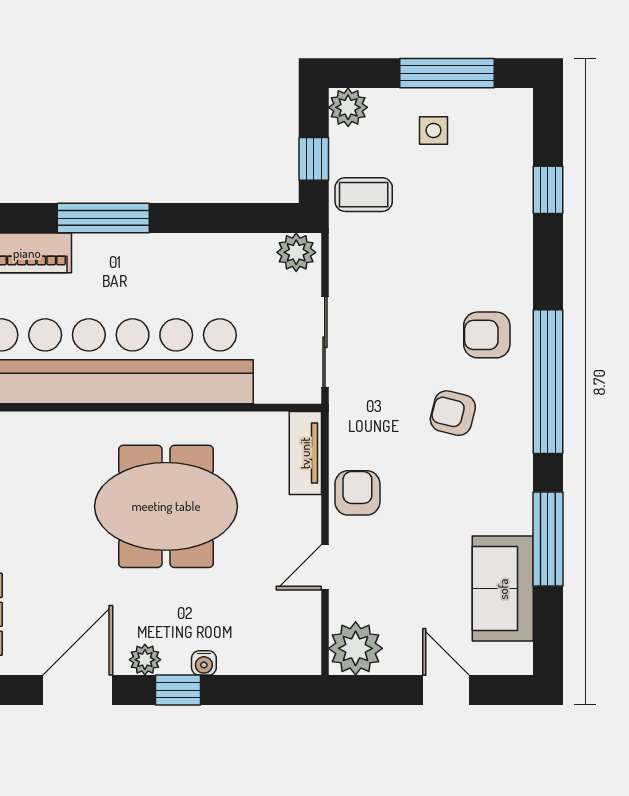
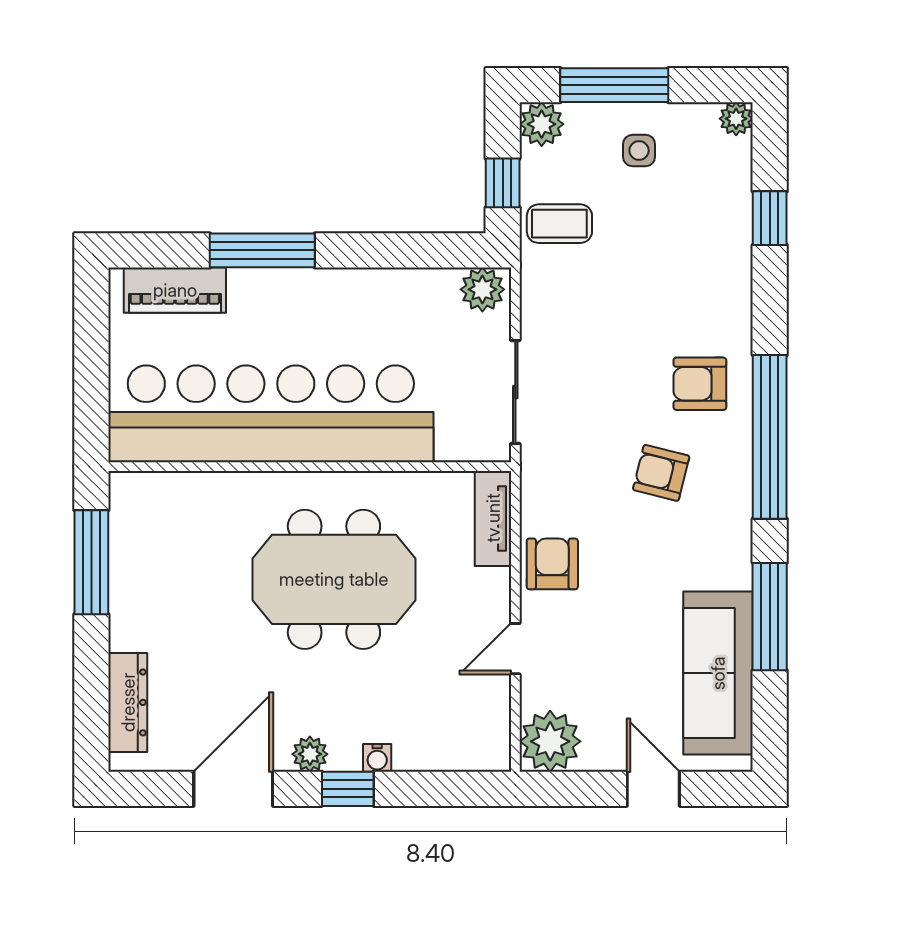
window: (447, 73) -> (614, 85), moved
plant: (518, 103) -> (736, 119), added
sofa: (503, 589) -> (718, 673), width x1.36

